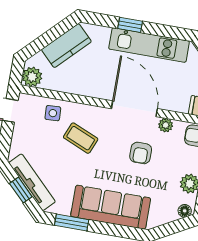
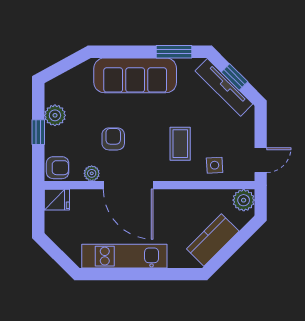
window: (130, 25) -> (148, 274), removed
coffee table: (81, 138) -> (180, 144), turned 67
floor lamp: (185, 211) -> (55, 85), removed

